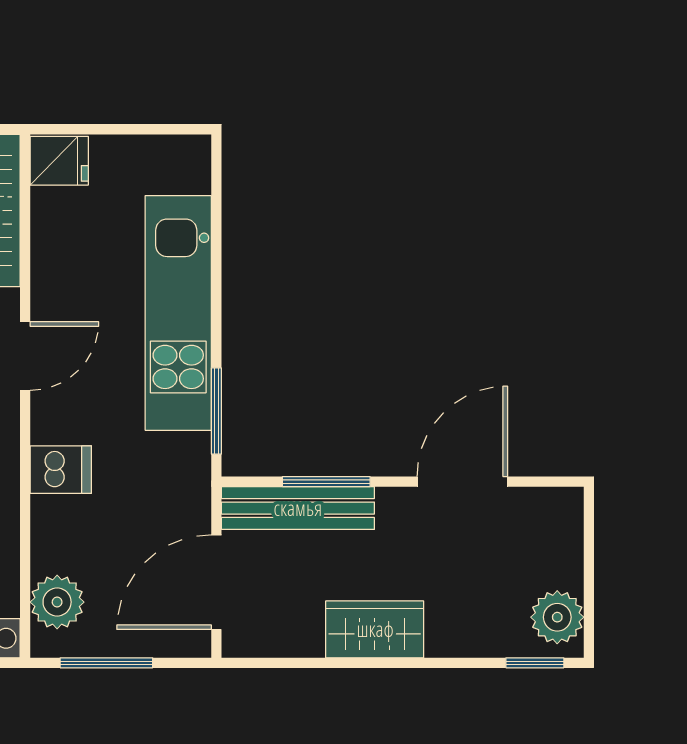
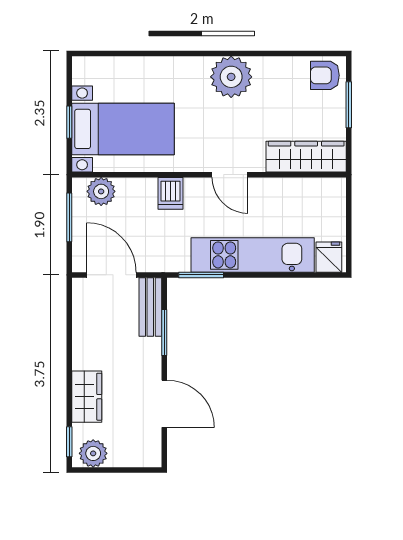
fridge: (59, 161) -> (329, 257), moved, turned 180
bench: (298, 508) -> (150, 307), width x0.73
wardrobe: (375, 629) -> (87, 397), moved

